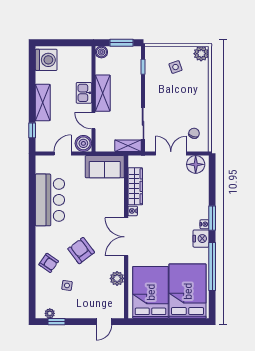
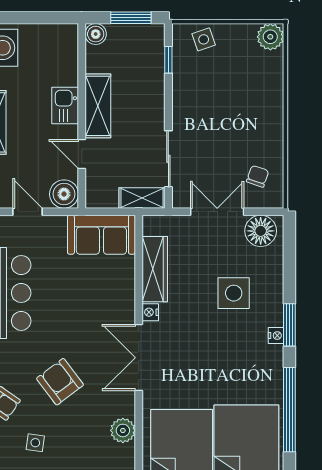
side table: (176, 67) -> (204, 39), moved
door: (63, 154) -> (28, 212), hinge flipped
side table: (180, 200) -> (234, 293), added
nightstand: (201, 239) -> (270, 361), removed

